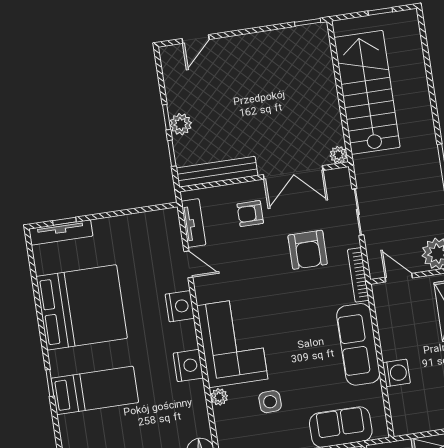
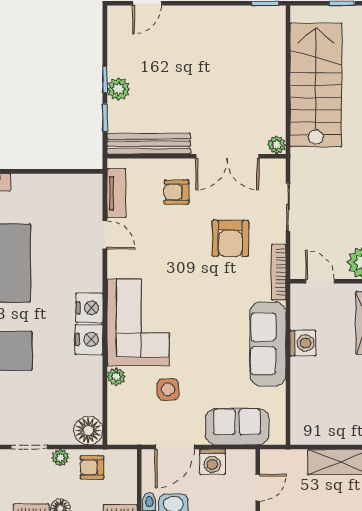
nightstand: (180, 306) -> (89, 308), moved
washing machine: (396, 373) -> (303, 343), moved

